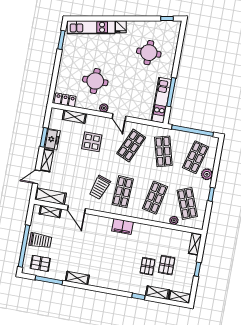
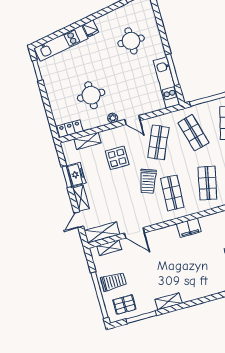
trolley: (100, 187) -> (148, 181), moved

